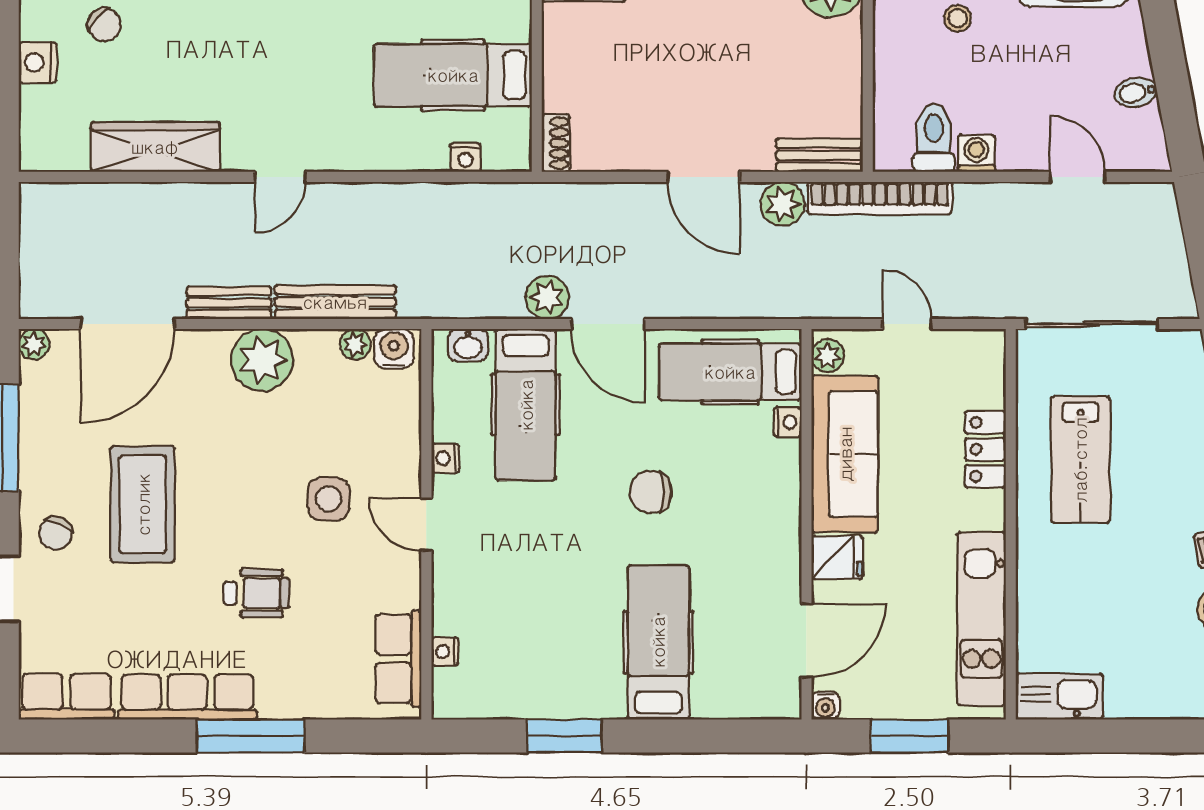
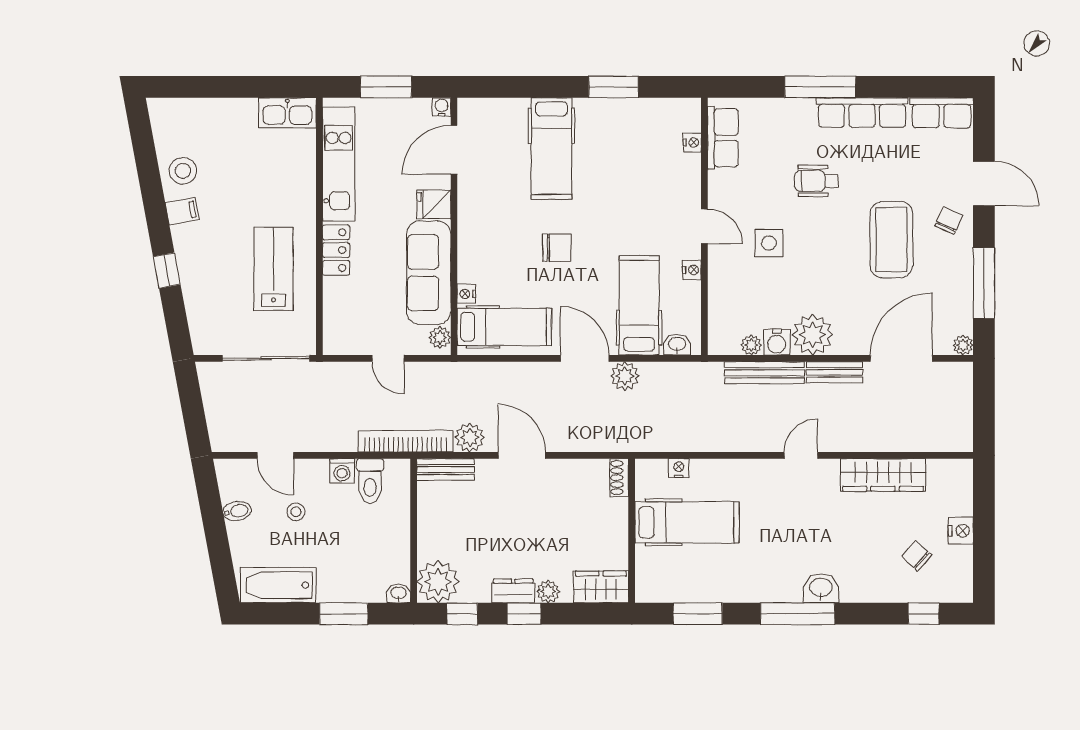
stool: (958, 18) -> (296, 512), moved
water cooler: (394, 349) -> (777, 342), moved
locker: (985, 449) -> (336, 250), moved

